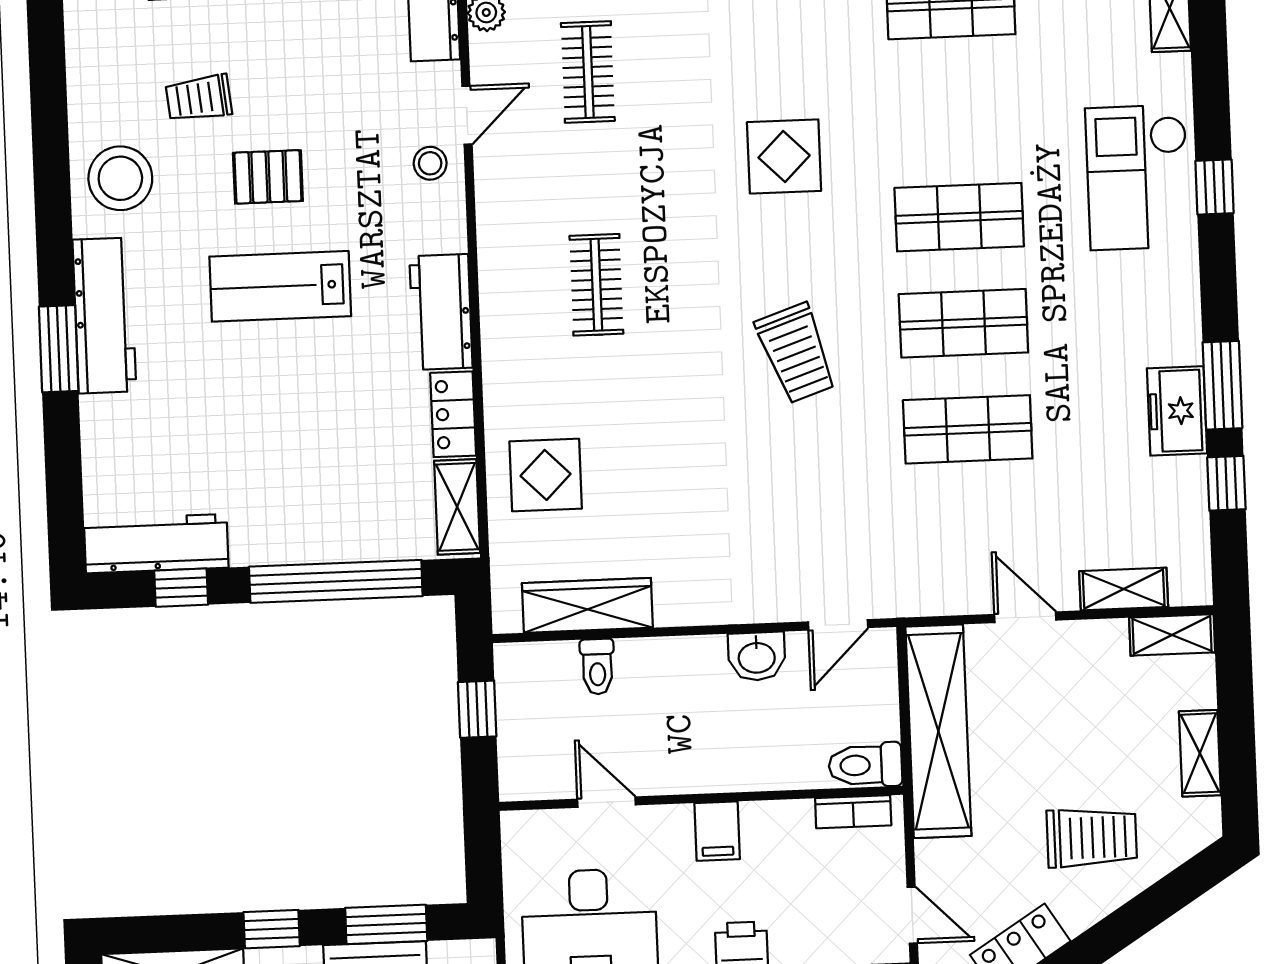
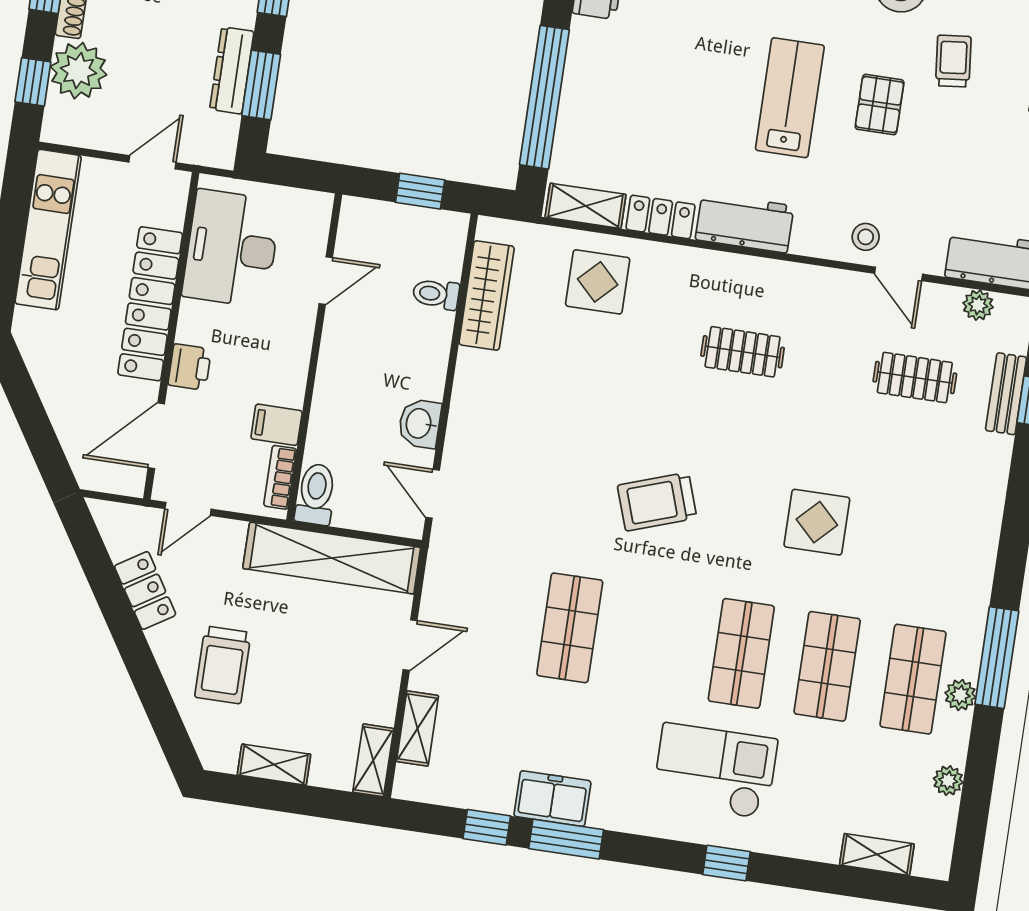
checkout: (1138, 177) -> (715, 771), moved
shop shelf: (963, 323) -> (827, 666), moved
filing cabinet: (717, 831) -> (277, 425), moved

